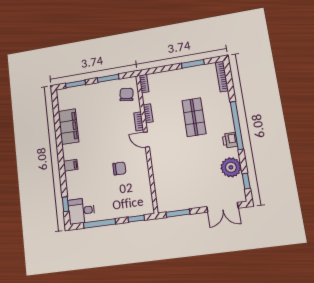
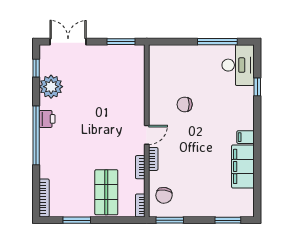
window: (108, 78) -> (170, 220), moved
shop shelf: (194, 117) -> (106, 192), moved
door: (146, 140) -> (147, 135), hinge flipped
filing cabinet: (71, 165) -> (246, 137), moved
window: (65, 204) -> (257, 87), moved
desk: (81, 211) -> (238, 65), width x1.37
window: (136, 219) -> (172, 42), removed

